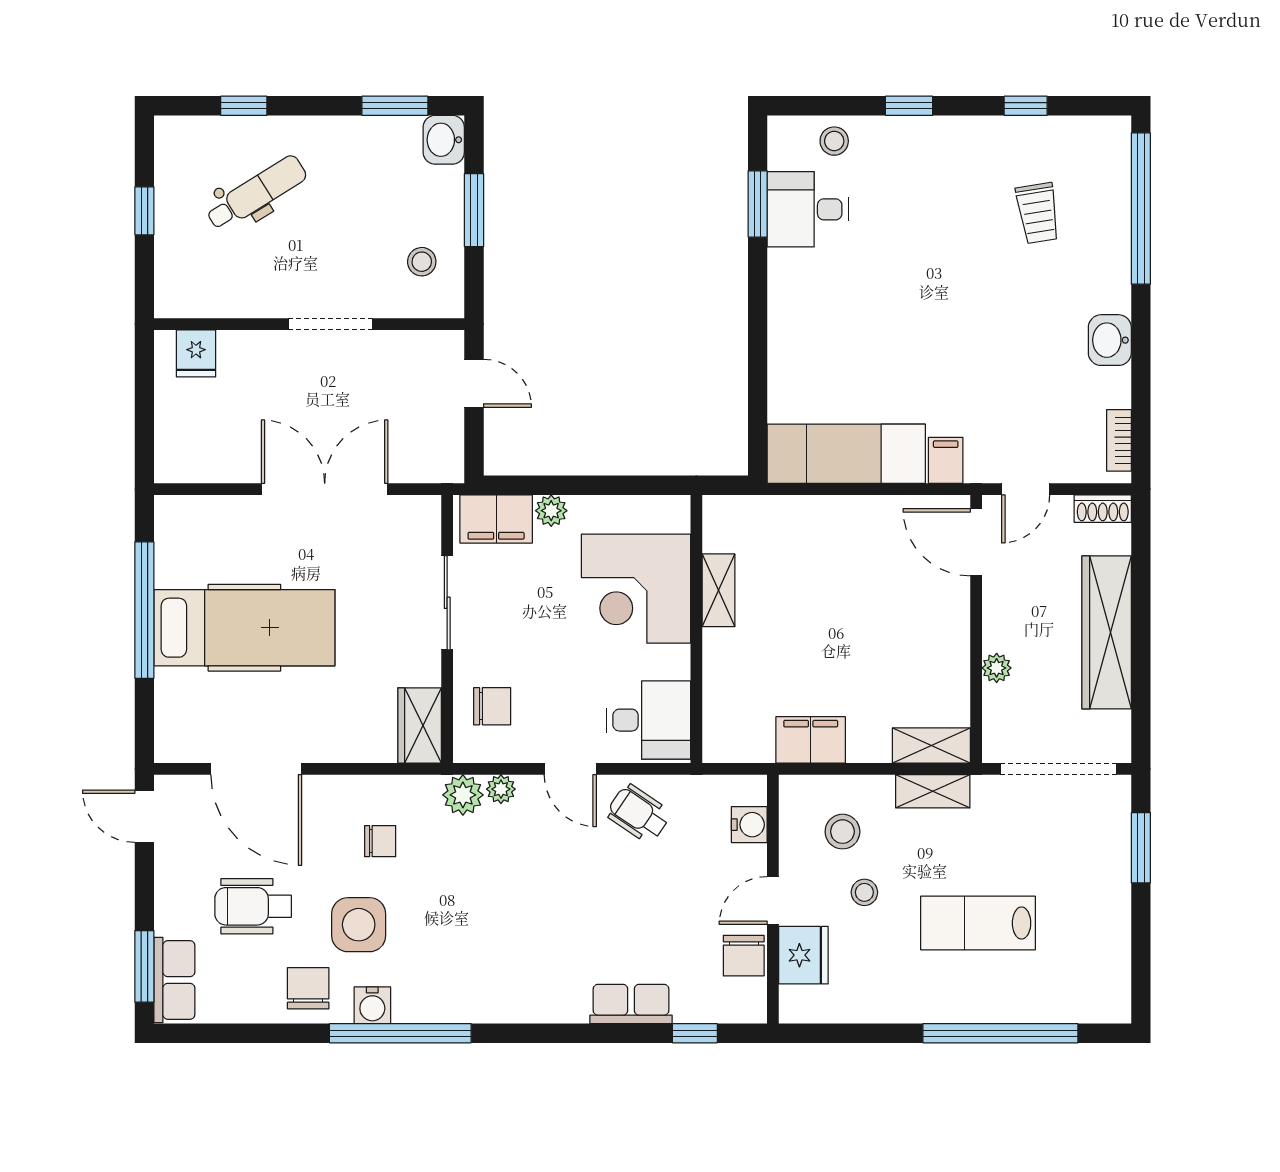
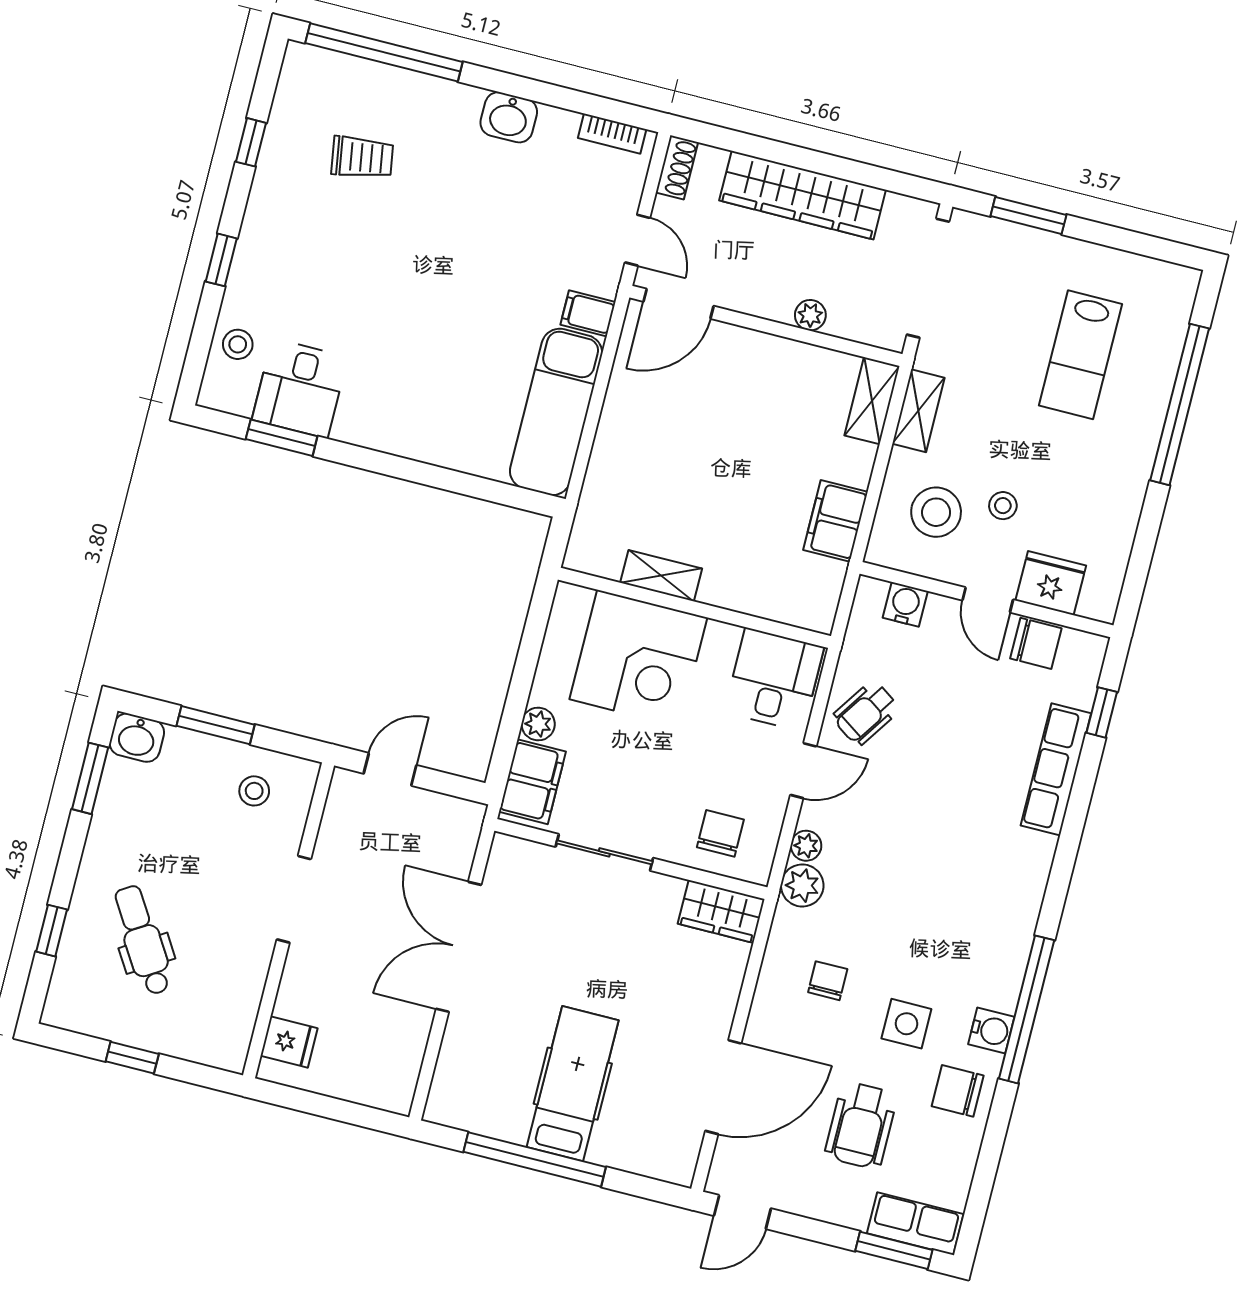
hospital bed: (244, 628) -> (573, 1084), width x0.73, depth x0.78
stool: (842, 832) -> (936, 512), width x1.38, depth x1.38
lab bench: (978, 923) -> (1081, 355), moved
side table: (359, 925) -> (906, 1024), width x0.73, depth x0.73
row of seats: (631, 1004) -> (1056, 769), width x1.48

